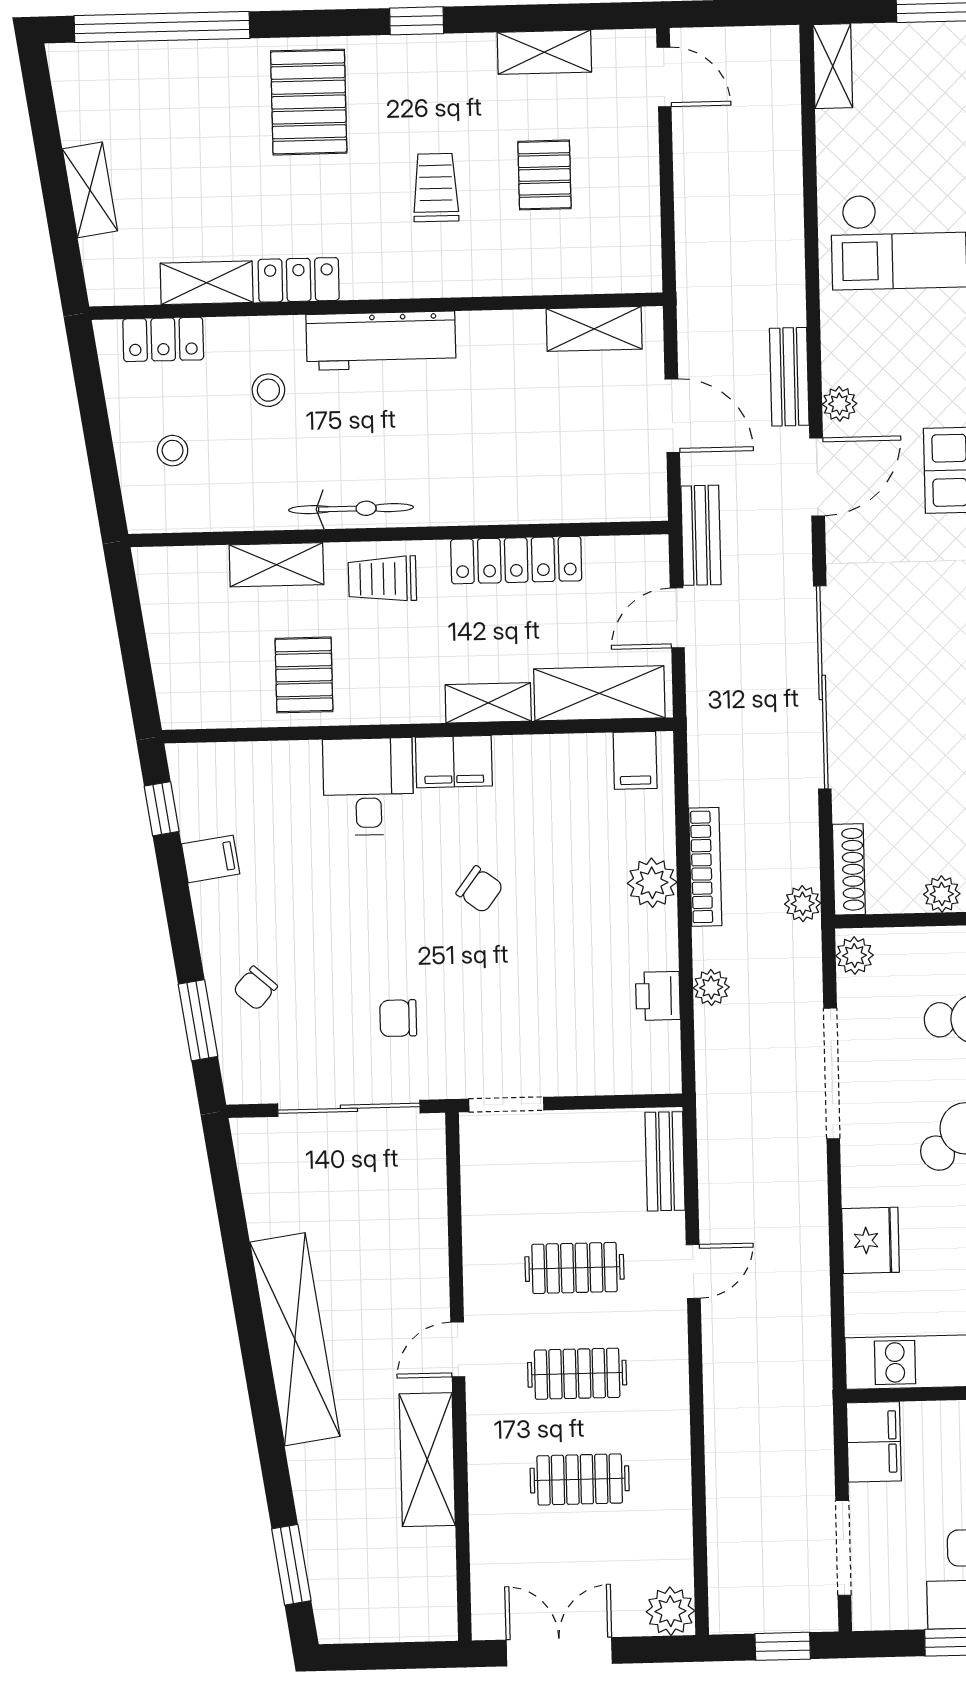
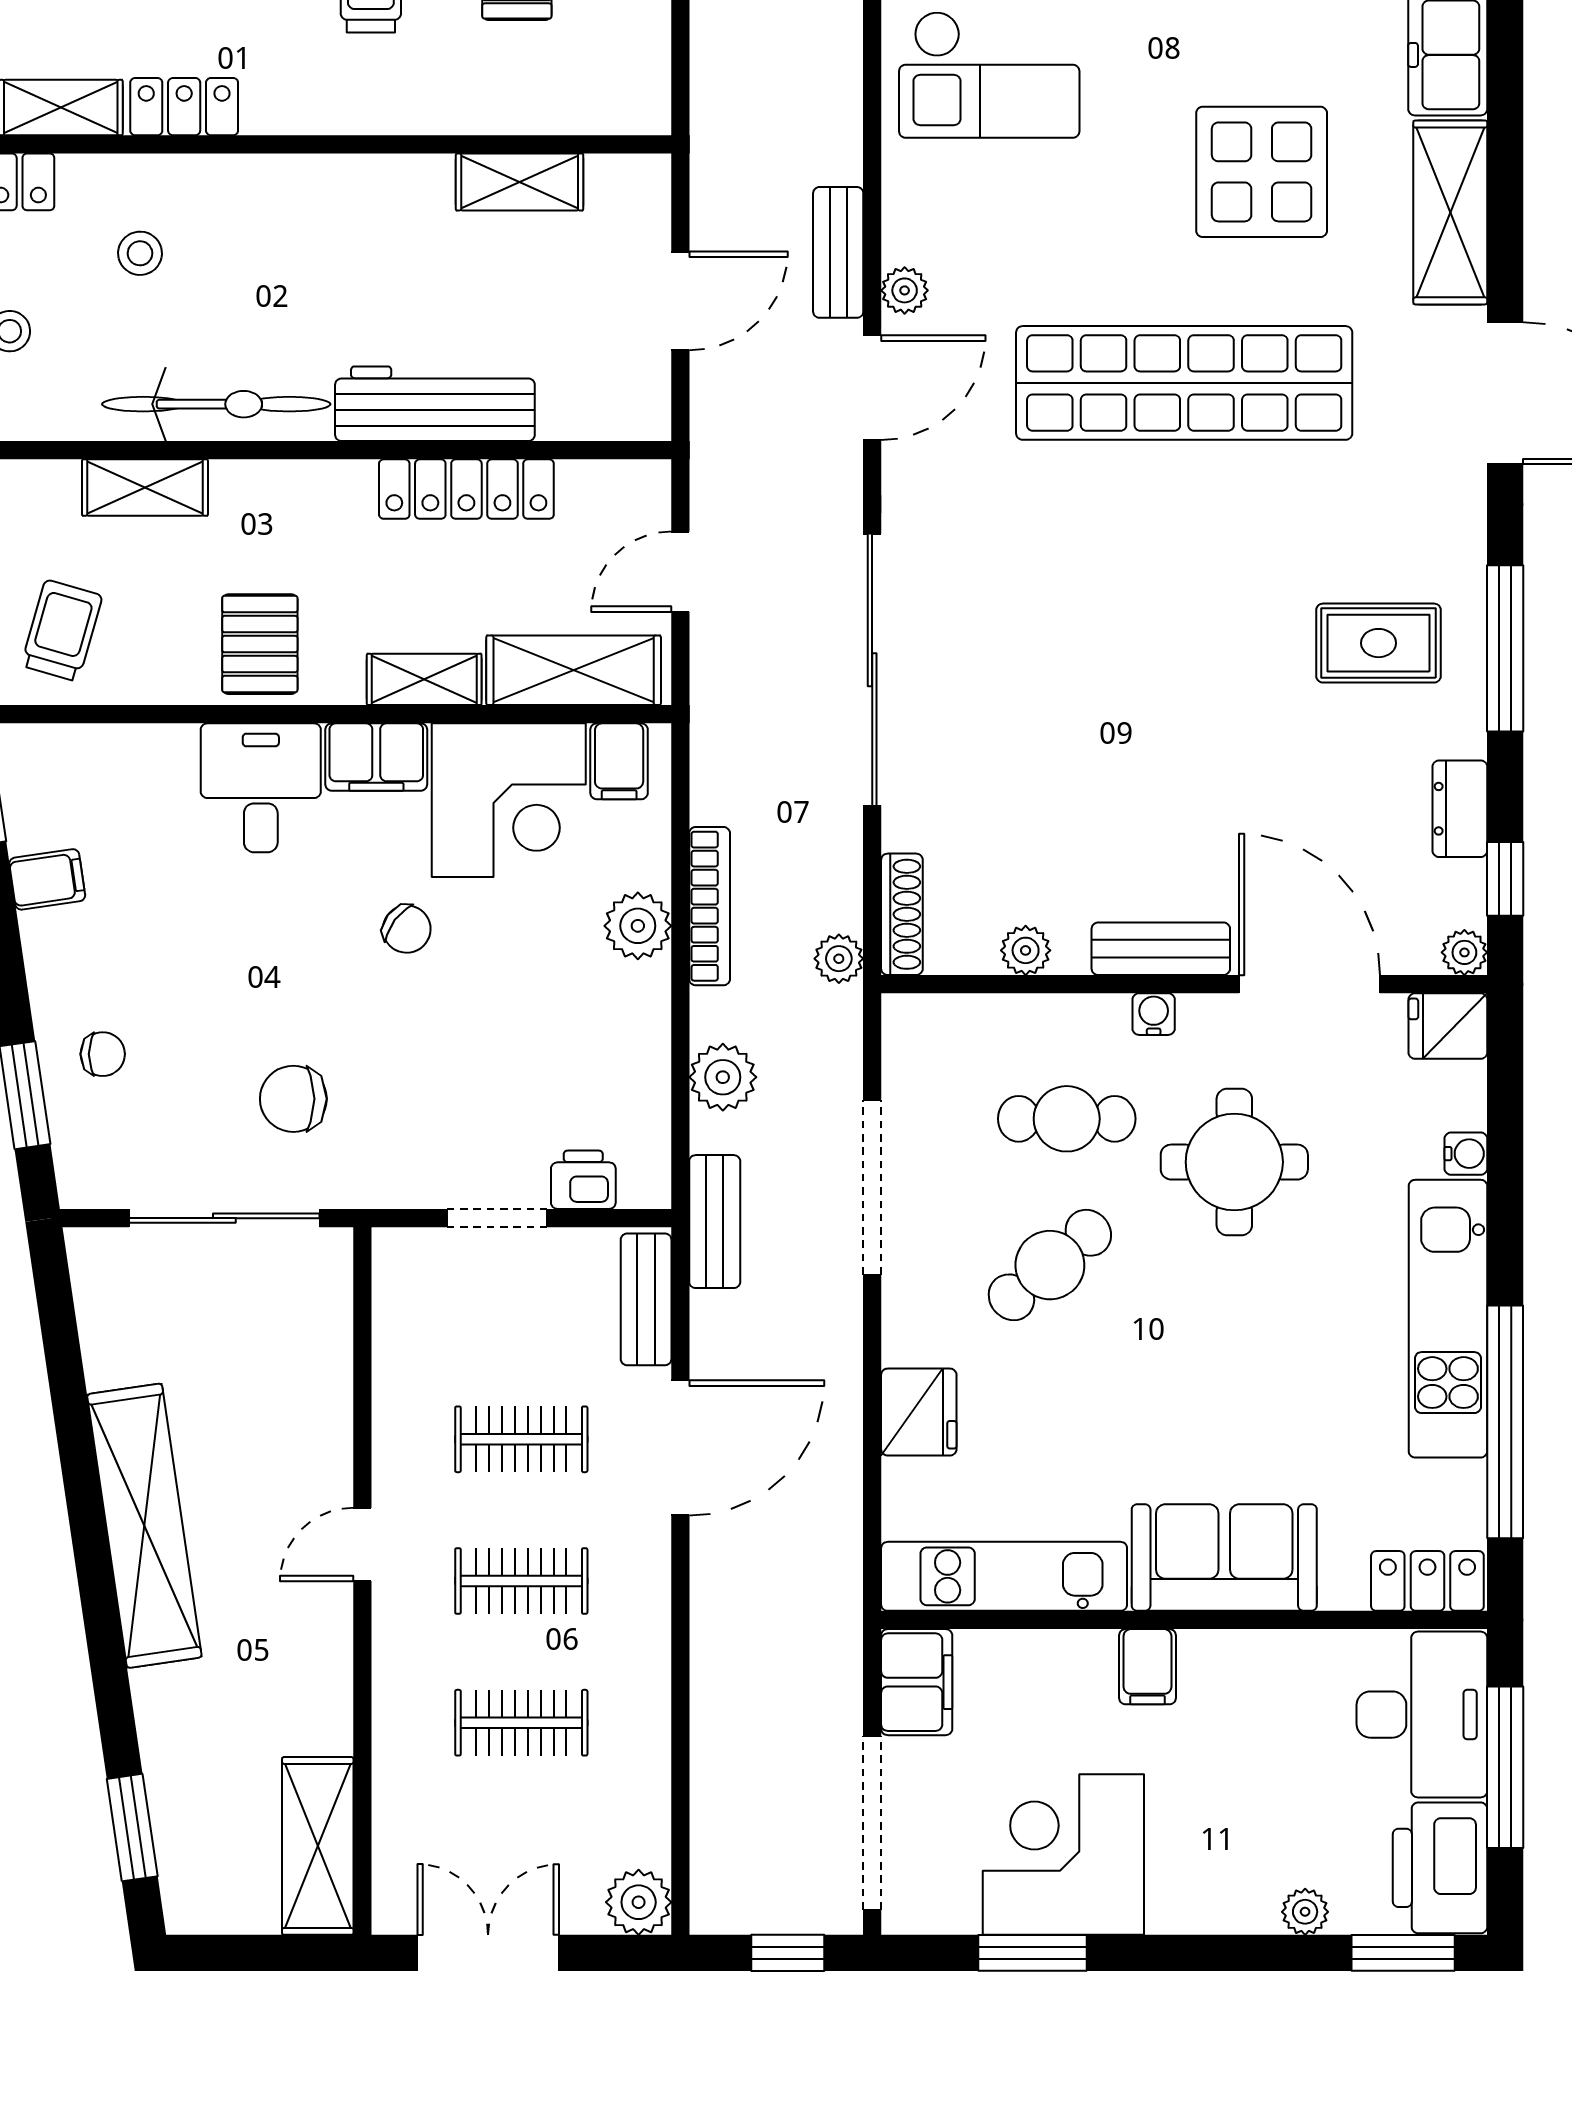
shelving: (594, 329) -> (520, 182), moved
workbench: (381, 341) -> (435, 404), moved, turned 180
door: (672, 416) -> (680, 301), hinge flipped
bicycle: (351, 509) -> (216, 404), width x1.37, depth x1.40
bench: (701, 535) -> (715, 1222), moved
trolley: (382, 579) -> (62, 631), moved, turned 106
pallet: (304, 675) -> (260, 644), moved
corner desk: (553, 791) -> (509, 800), added
plant: (854, 955) -> (907, 1030), removed
chair: (255, 988) -> (103, 1054), turned -131
plant: (711, 988) -> (723, 1077), width x1.38, depth x1.38
printer: (658, 996) -> (583, 1180), moved, turned 90
chair: (398, 1018) -> (293, 1099), width x1.37, depth x1.37
doorway: (506, 1104) -> (497, 1218), moved
door: (693, 1271) -> (680, 1448), width x1.88
shelving: (427, 1460) -> (318, 1846), moved
doorway: (843, 1548) -> (872, 1823), width x1.36

